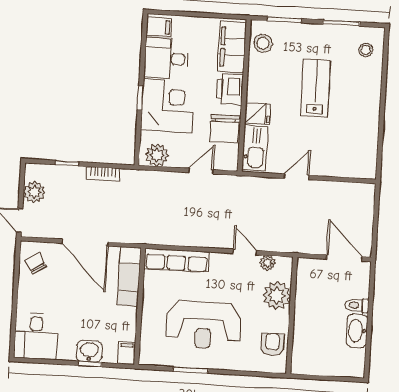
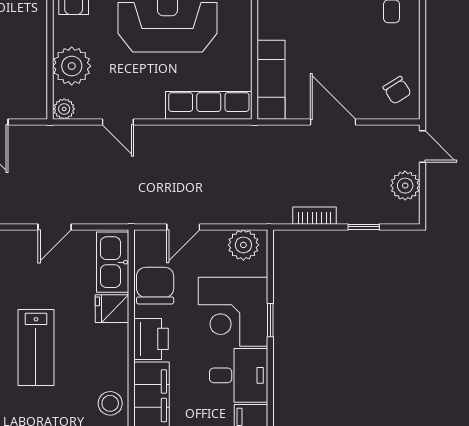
door: (85, 242) -> (333, 122), width x0.73
plant: (268, 263) -> (64, 109), moved

